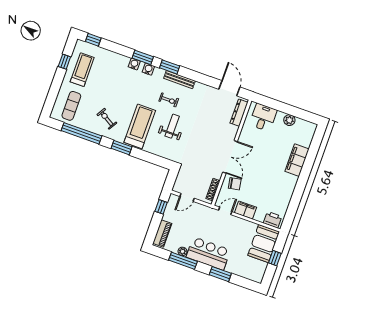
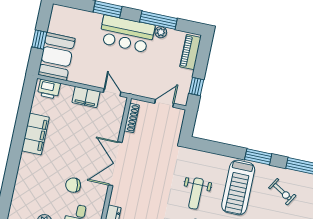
filing cabinet: (297, 160) -> (35, 134), moved
chair: (235, 184) -> (73, 185), moved
door: (225, 211) -> (112, 92), swing flipped

